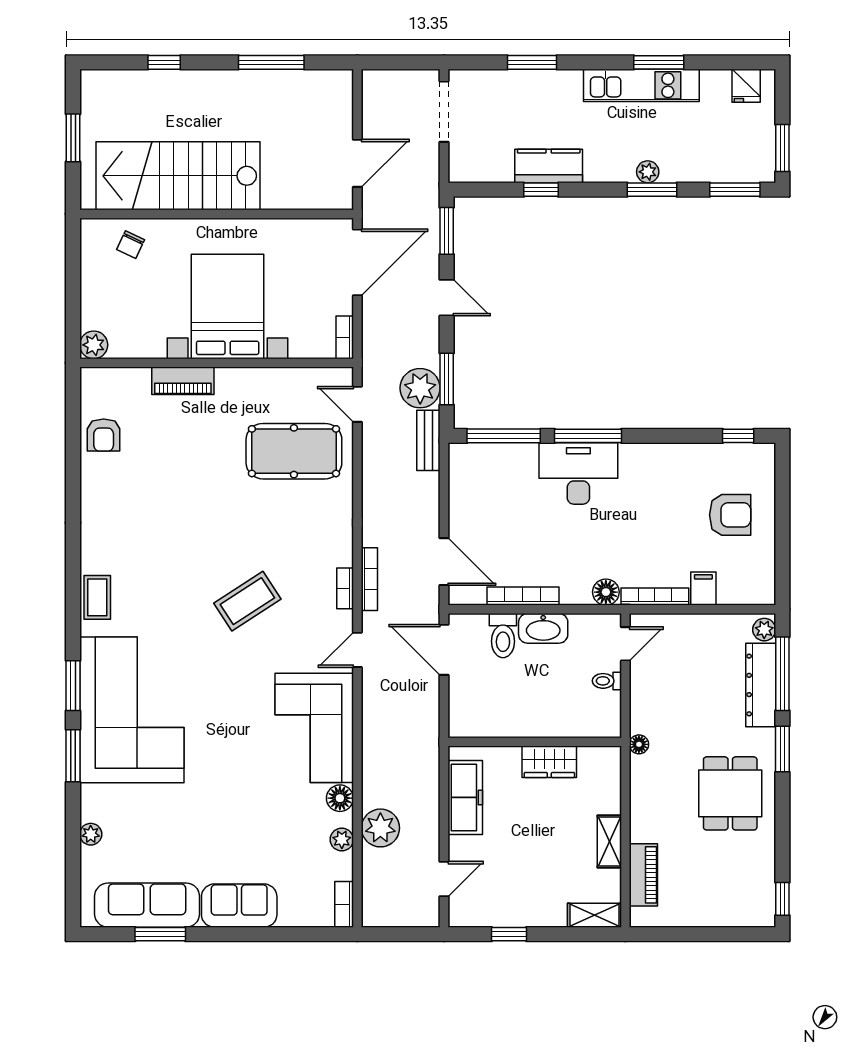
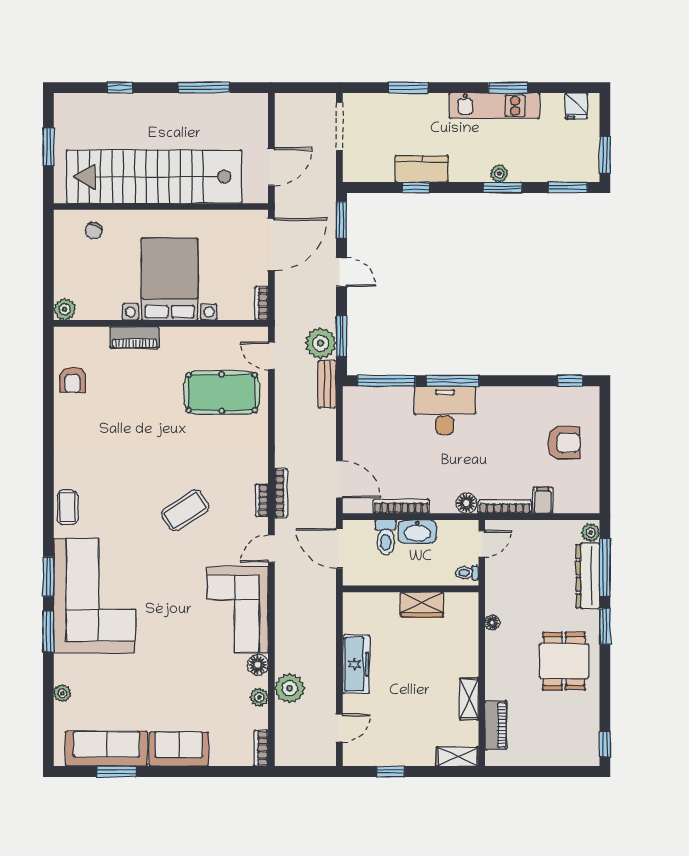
stairs: (178, 176) -> (154, 177), width x1.36
wall: (535, 742) -> (411, 589), moved
wardrobe: (549, 762) -> (422, 604), moved

